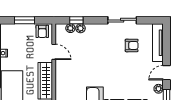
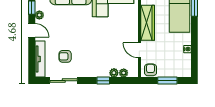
window: (76, 20) -> (103, 81), moved
sliding door: (122, 20) -> (64, 81), moved
door: (166, 73) -> (32, 30), hinge flipped

